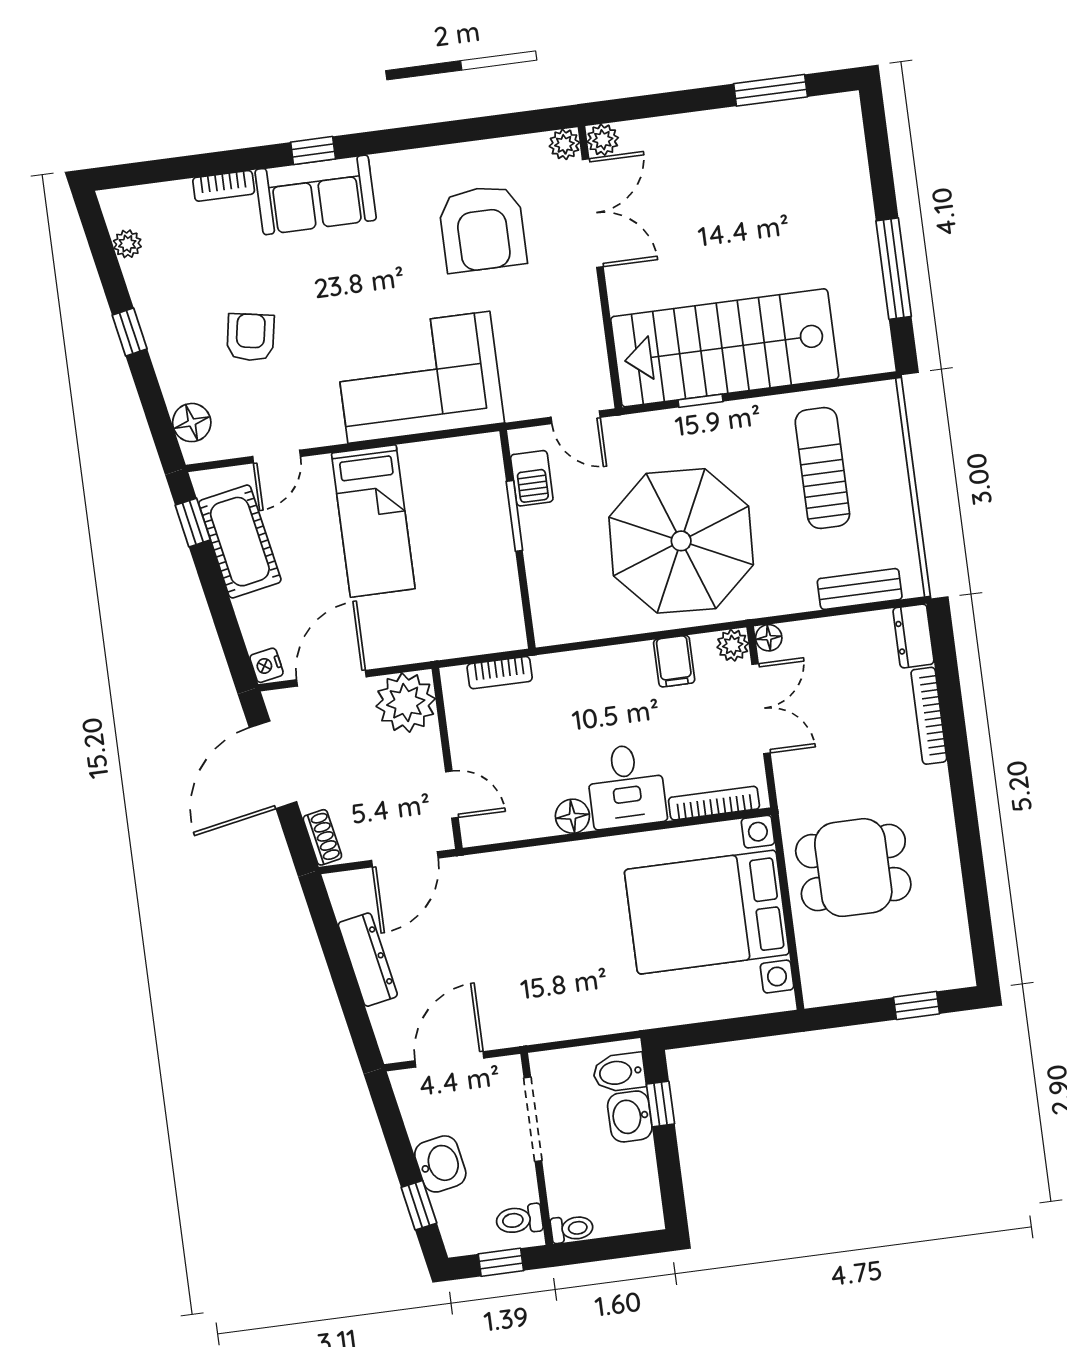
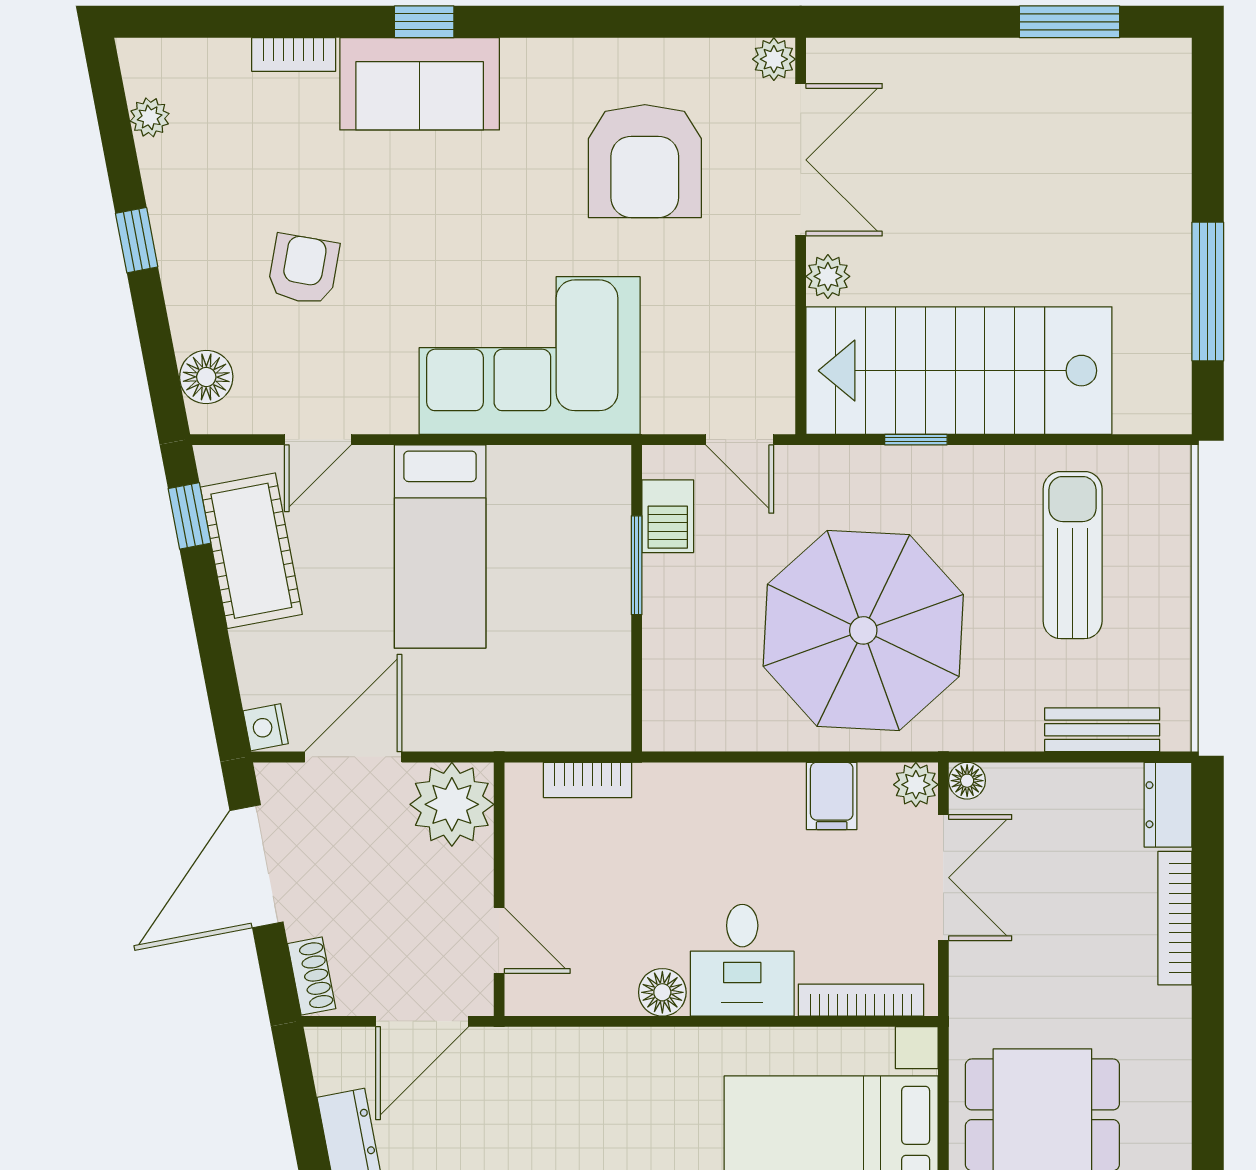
plant: (603, 140) -> (828, 276), moved

